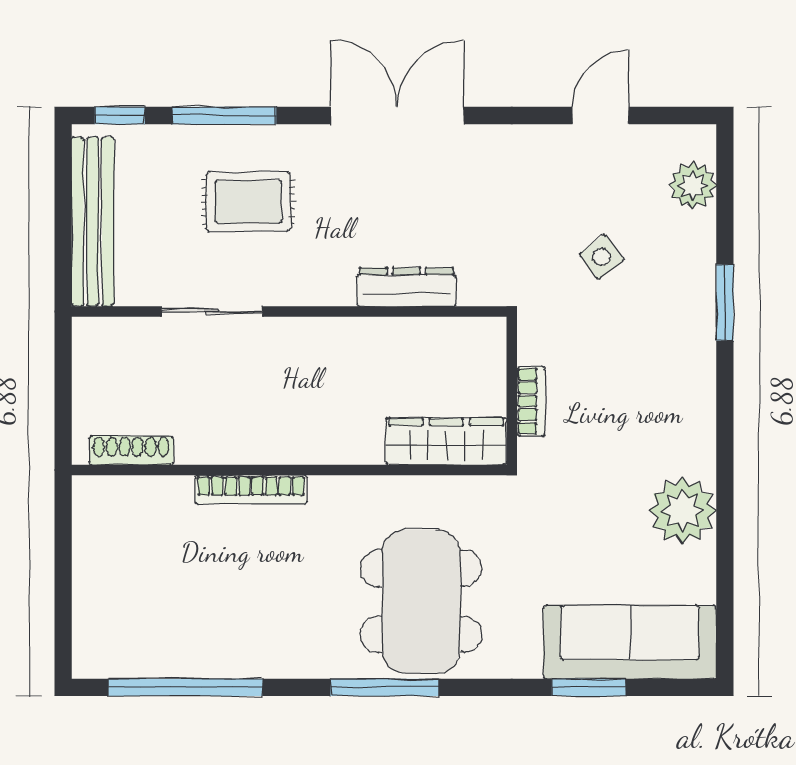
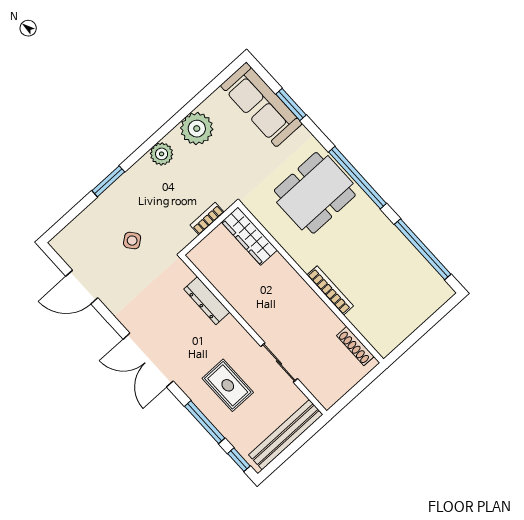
door: (601, 116) -> (82, 287), width x1.38
plant: (693, 185) -> (162, 154), moved
window: (385, 687) -> (358, 178), width x1.46

